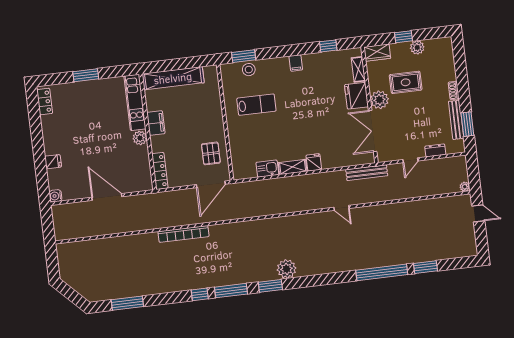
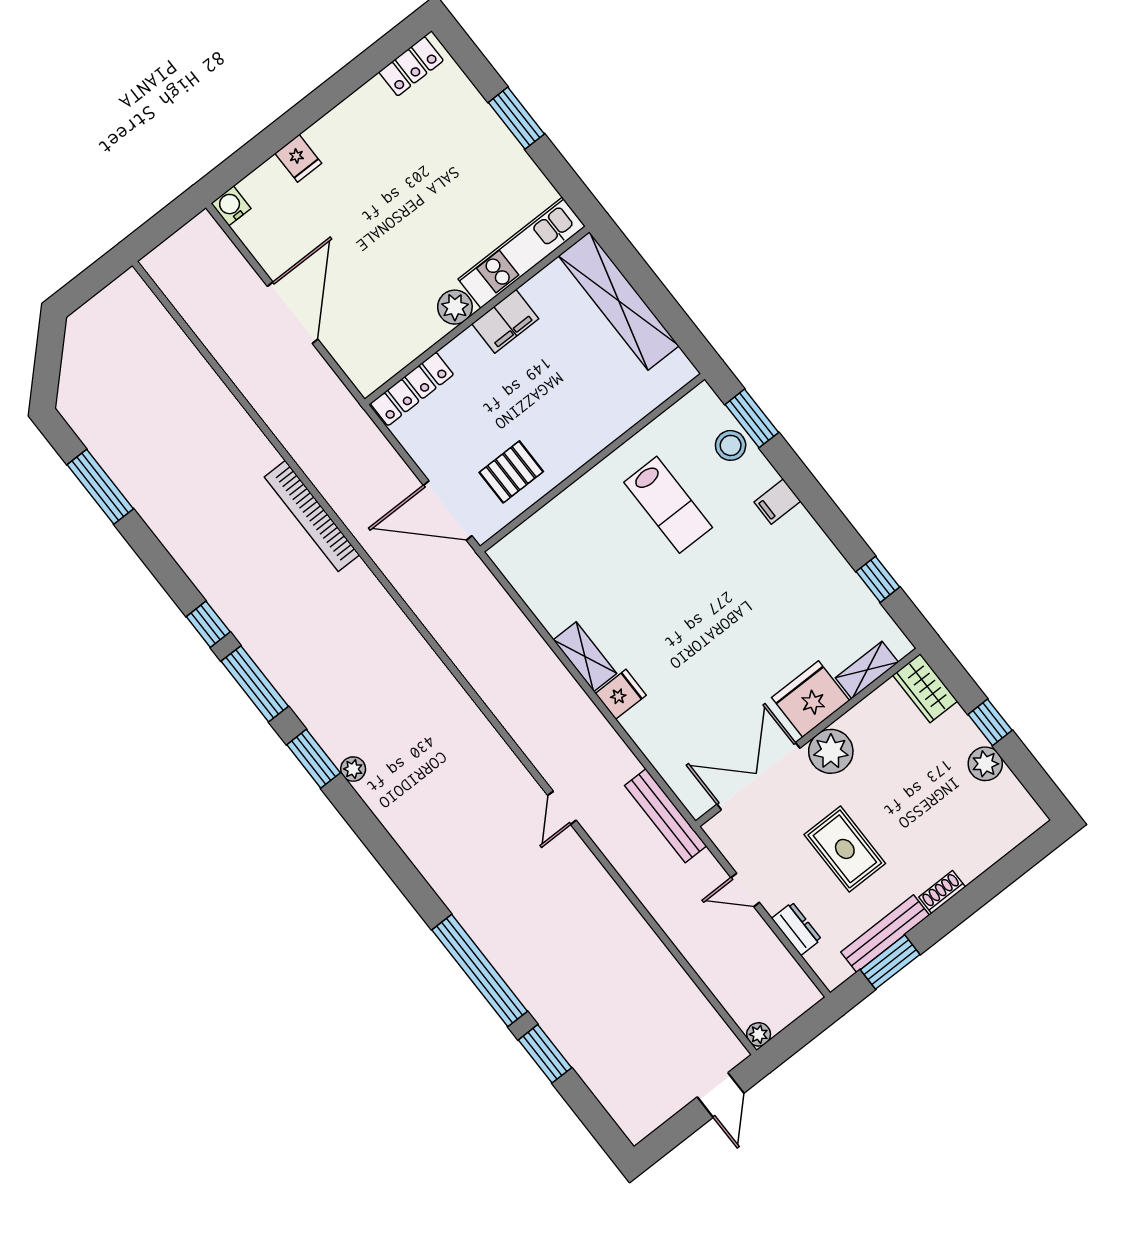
filing cabinet: (296, 63) -> (777, 502), moved
rug: (406, 82) -> (845, 849), moved
kitchen sink: (267, 169) -> (550, 607), removed
plant: (287, 269) -> (353, 769), width x0.53, depth x0.53

